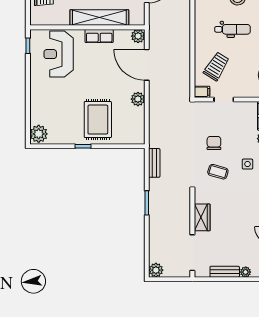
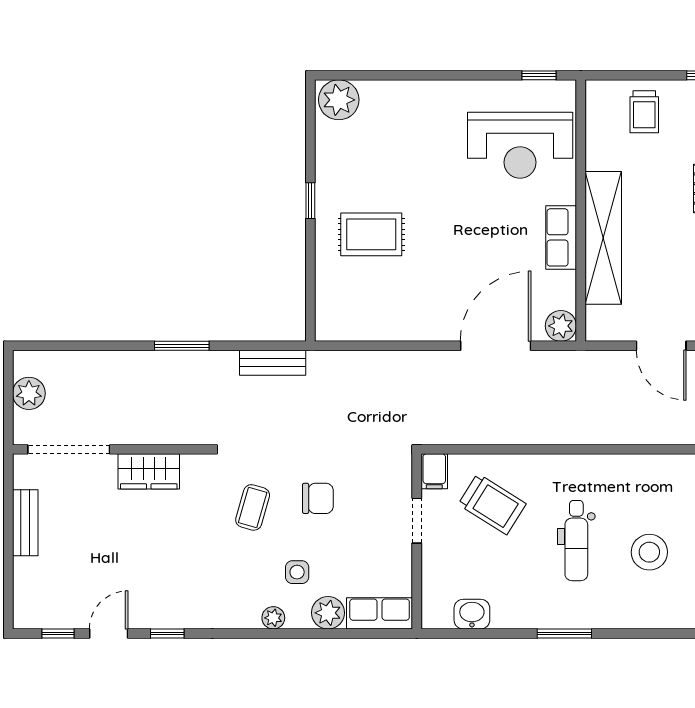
reception desk: (59, 54) -> (520, 145), turned 180
plant: (138, 99) -> (418, 326), removed
rug: (98, 120) -> (371, 234), width x0.73, depth x0.70
side table: (247, 164) -> (297, 572), moved
plant: (156, 270) -> (29, 393), moved
plant: (246, 272) -> (25, 570), removed

